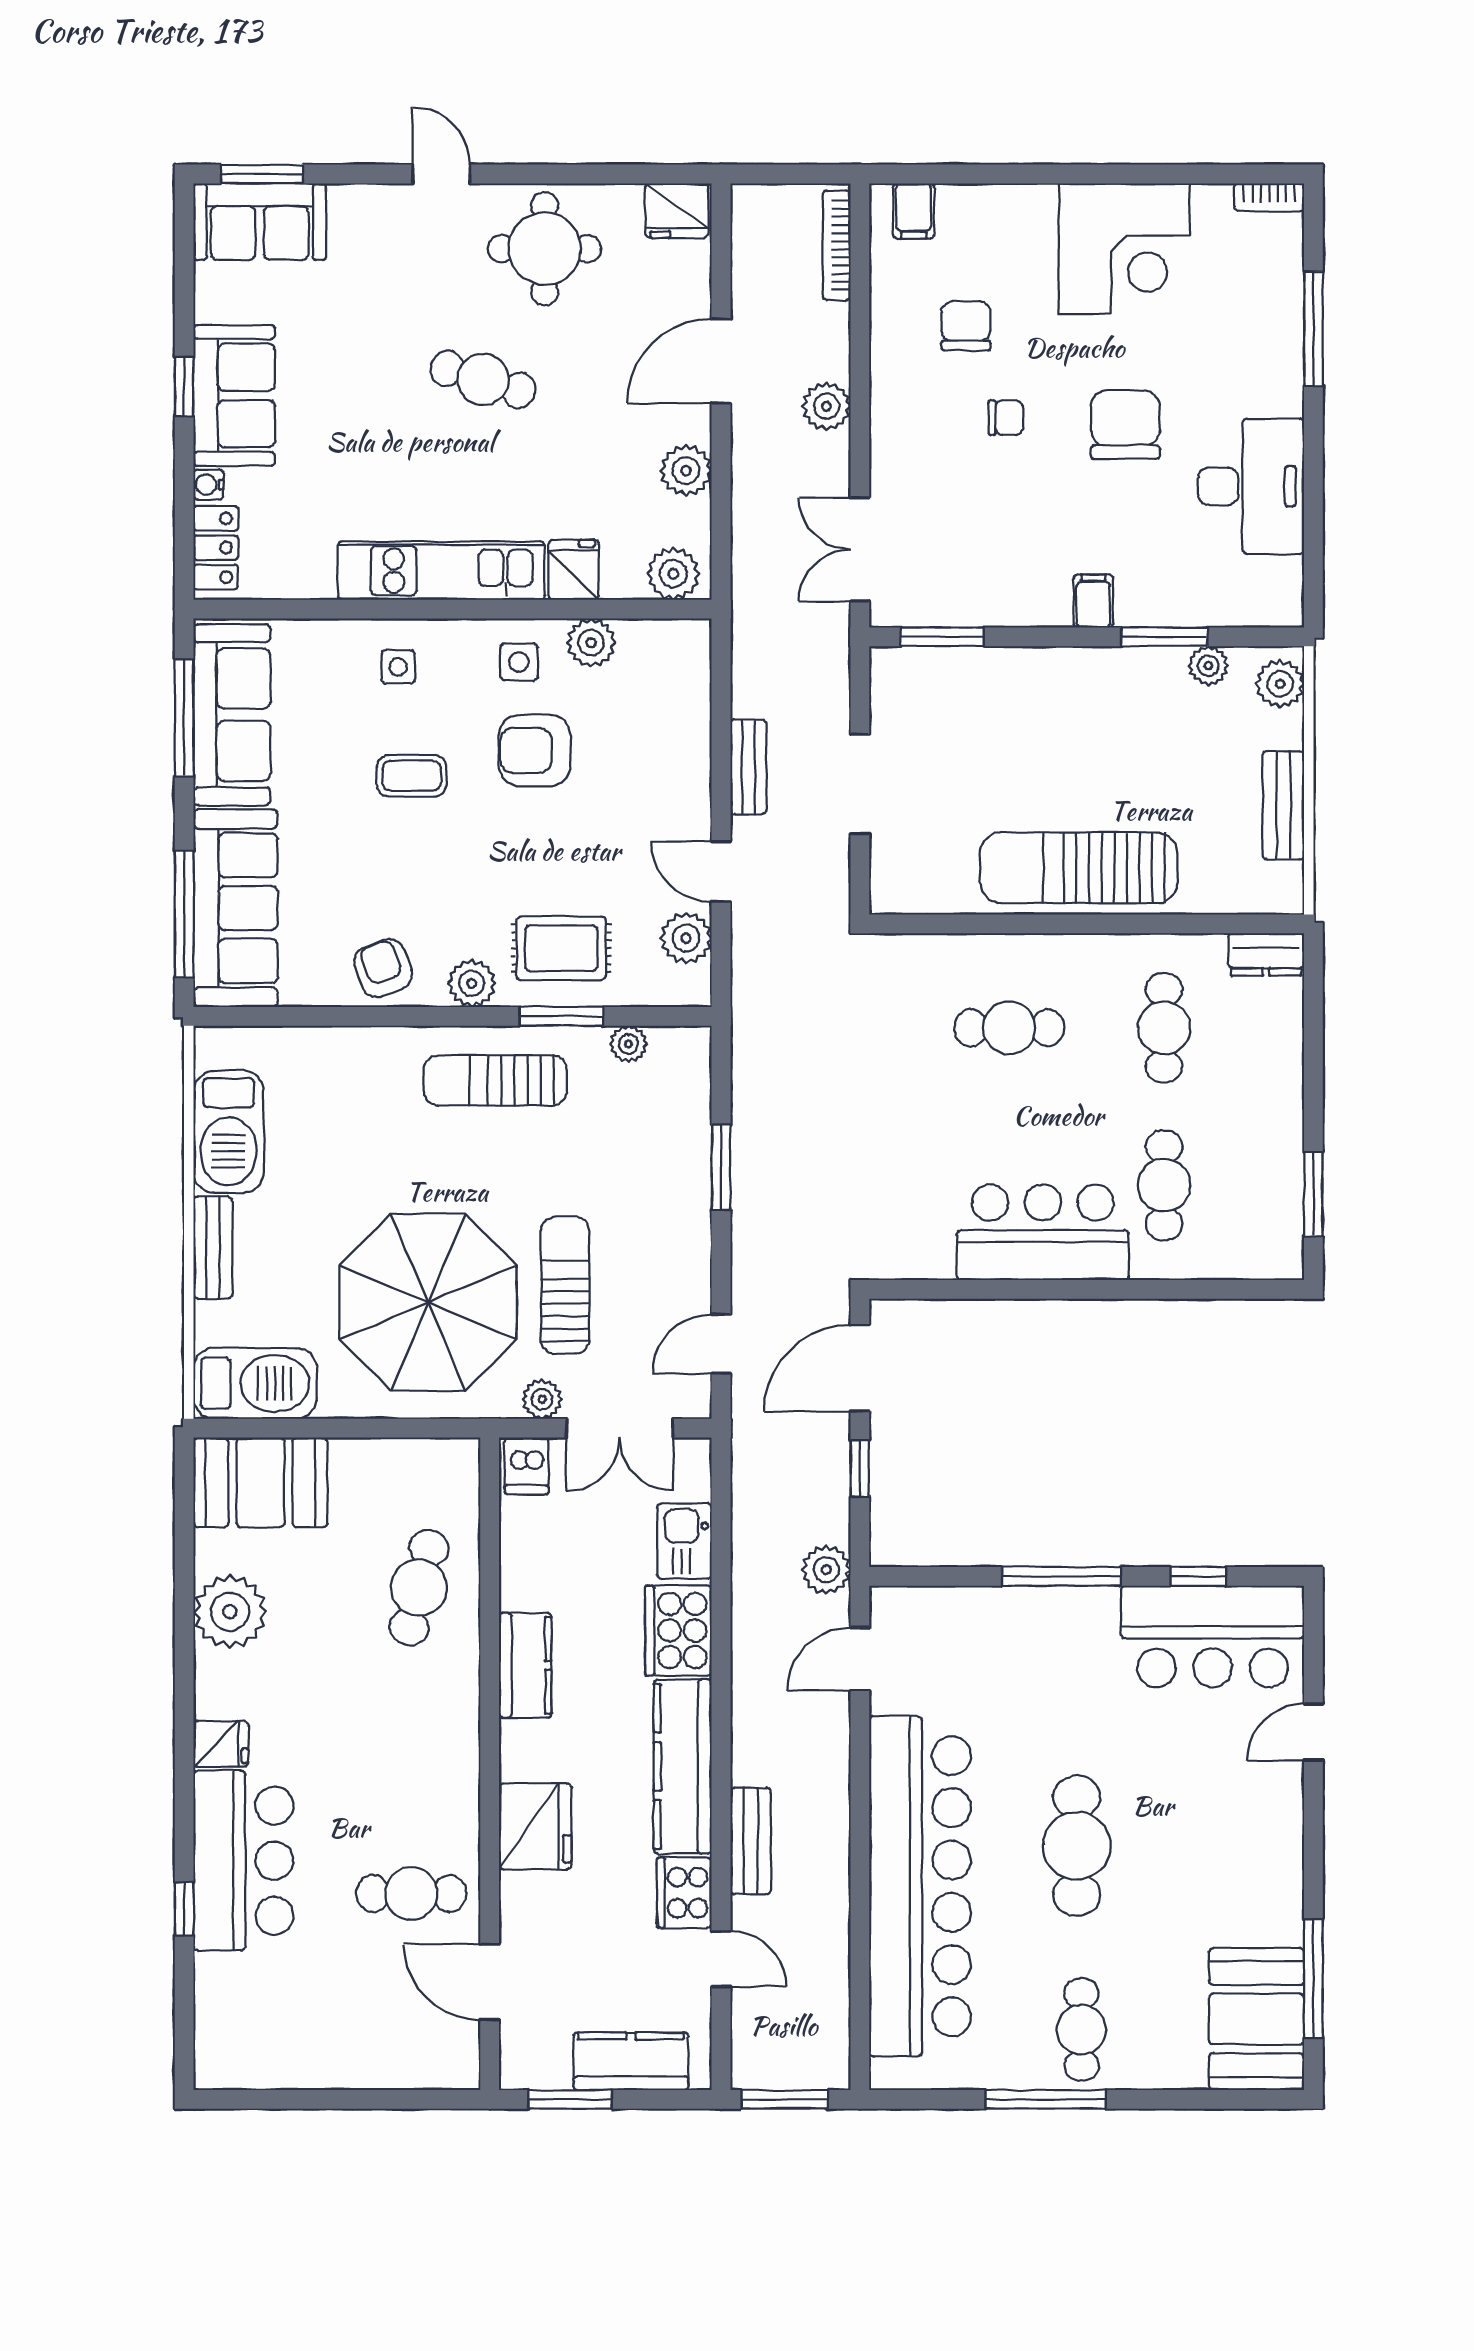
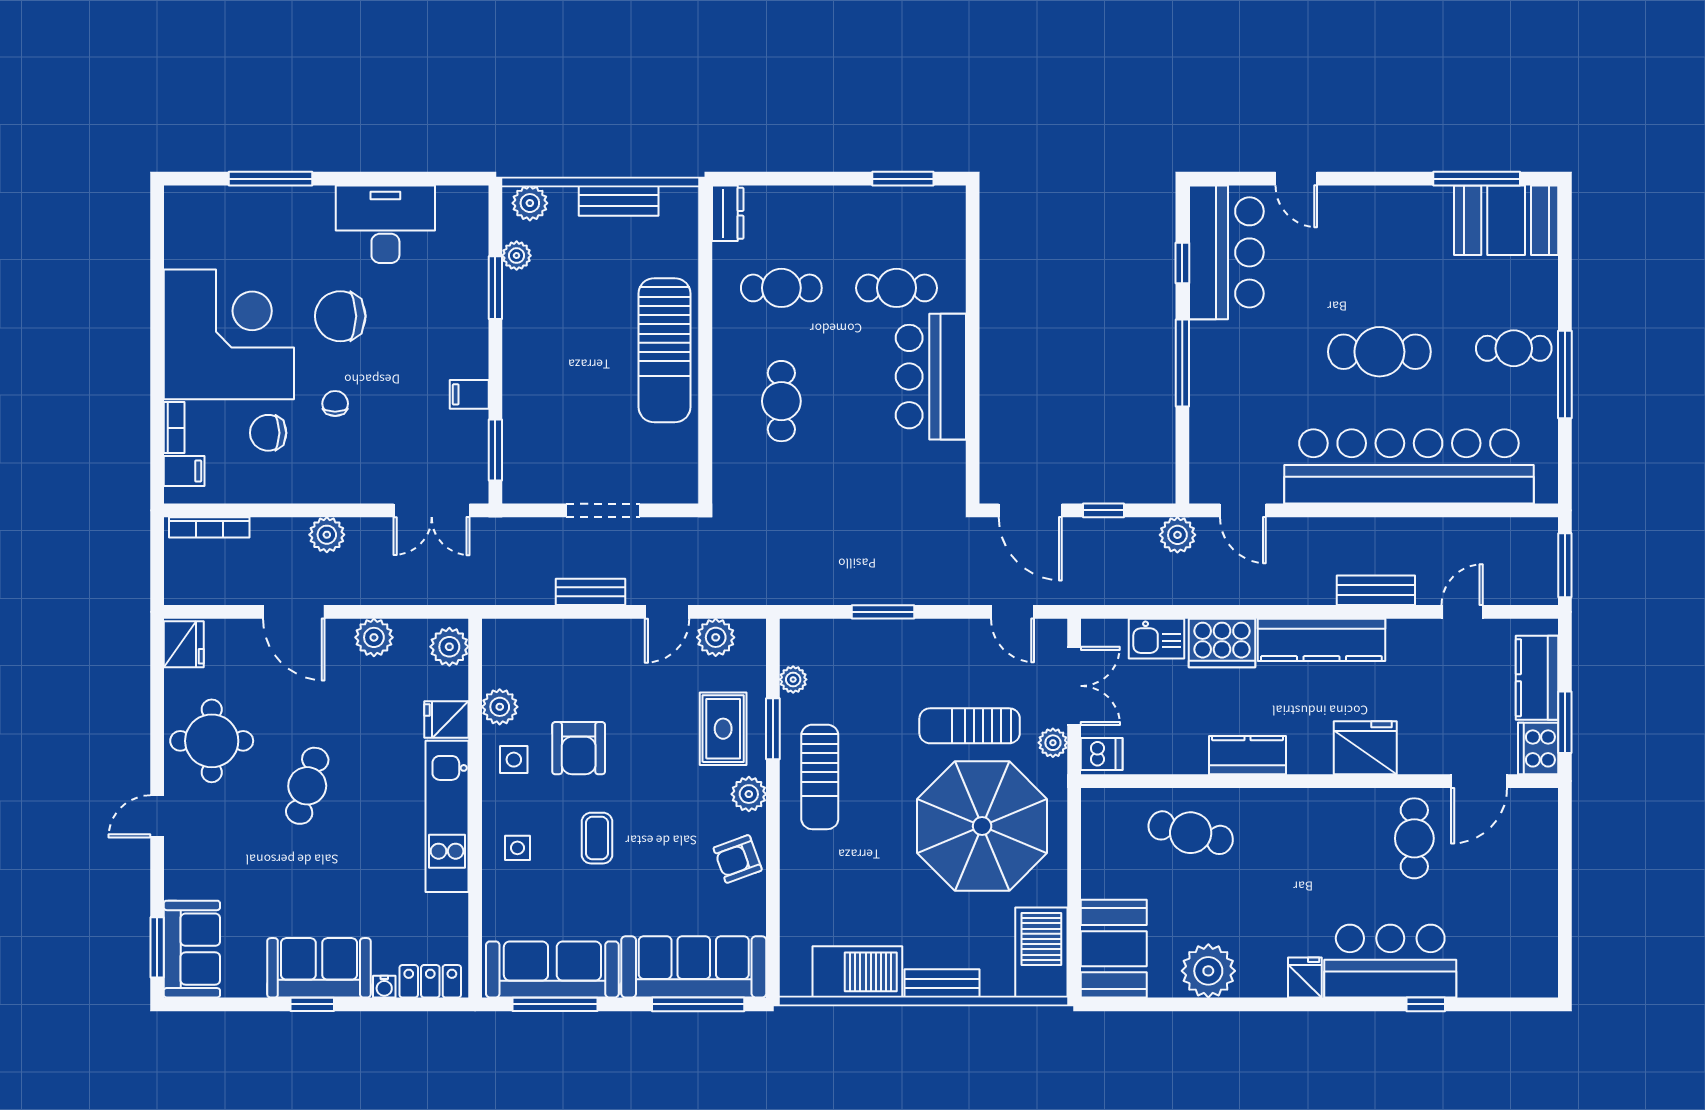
bookcase: (1269, 197) -> (174, 428), moved
corner desk: (1124, 249) -> (229, 334), width x1.36, depth x1.36
filing cabinet: (1093, 601) -> (469, 394), moved
cooker: (684, 1893) -> (1538, 748), moved, turned 90

